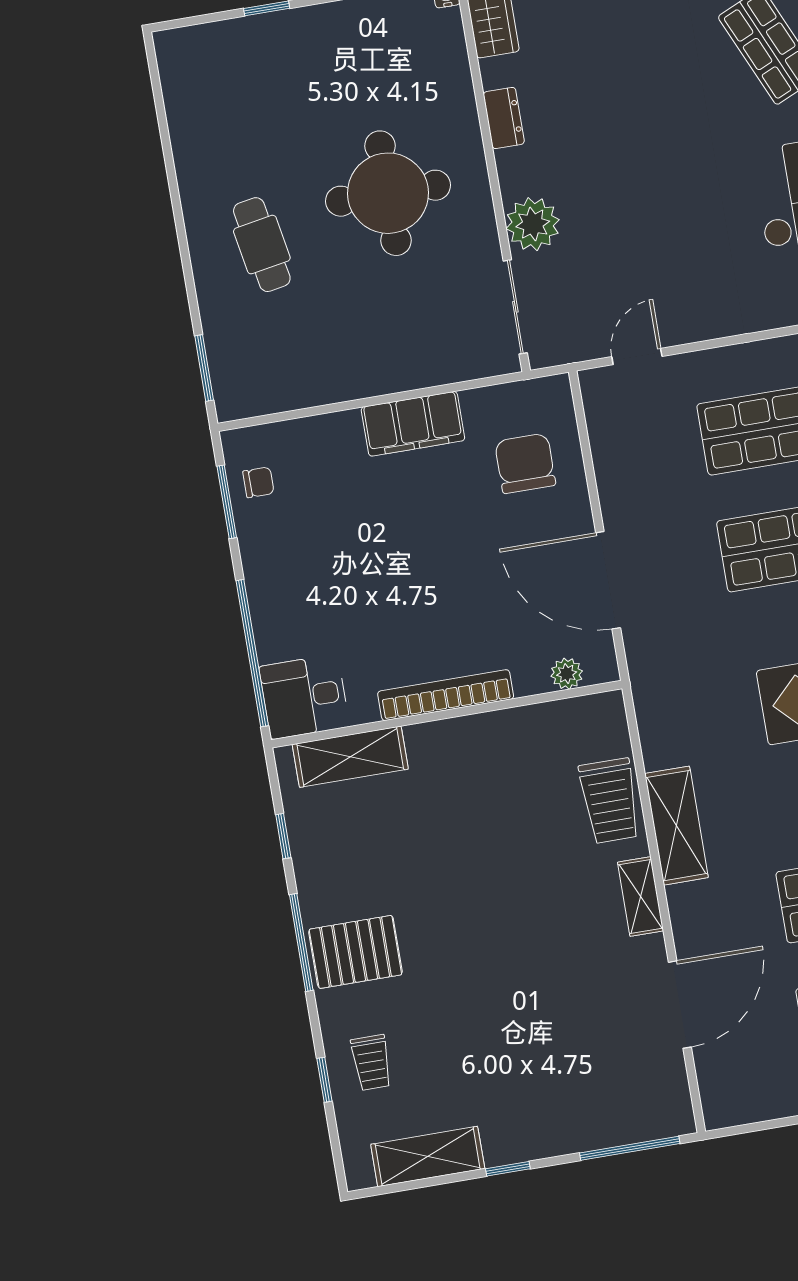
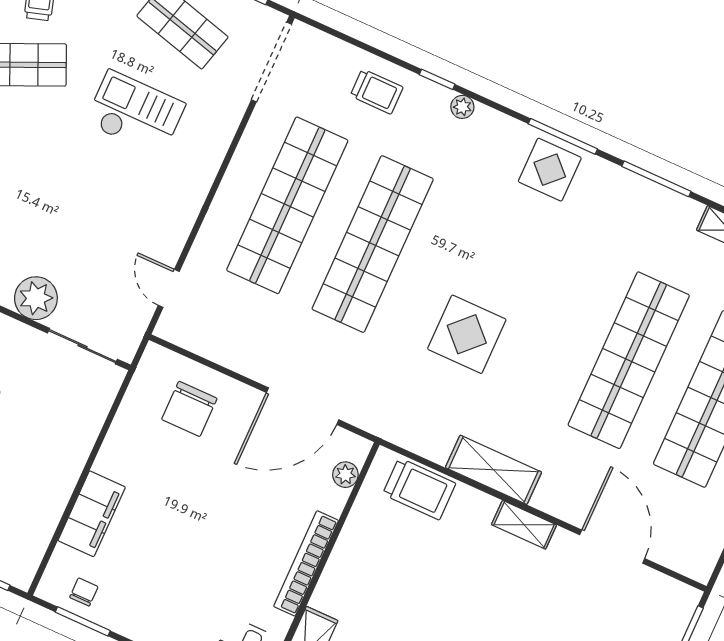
filing cabinet: (413, 424) -> (92, 514), moved
chair: (525, 463) -> (189, 409), turned -90
trolley: (610, 801) -> (419, 489), moved

